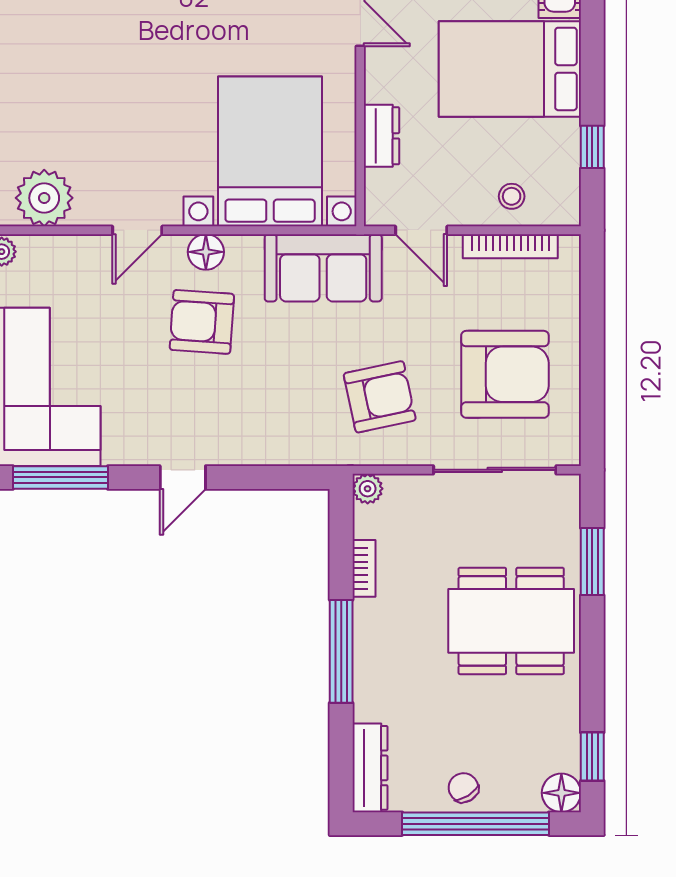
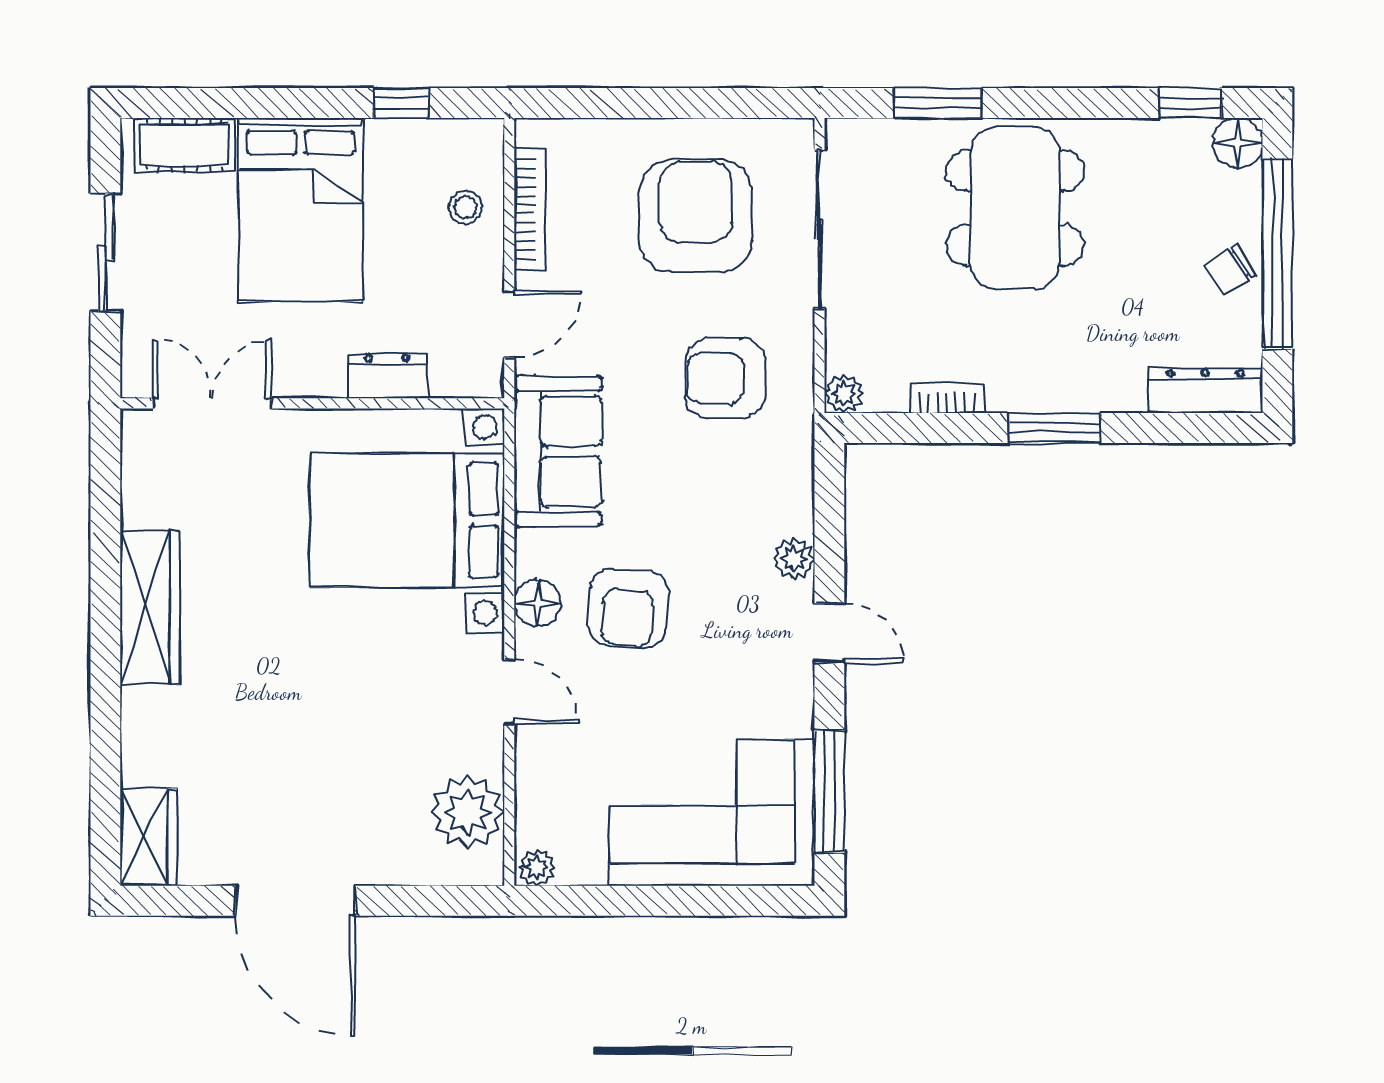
armchair: (380, 397) -> (725, 378), turned -78
plant: (240, 450) -> (794, 558), added
window: (341, 651) -> (1054, 428), width x0.69

